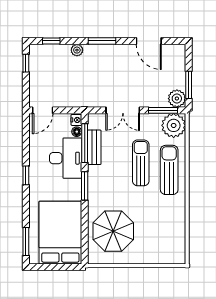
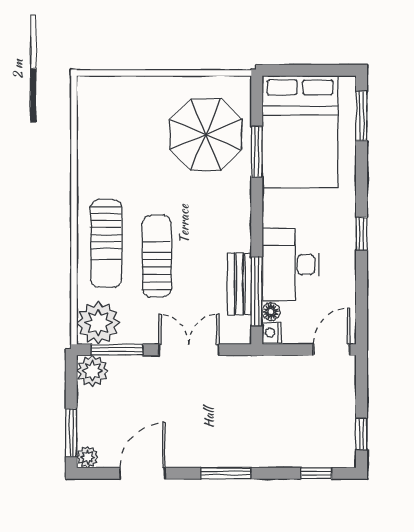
door: (149, 41) -> (143, 473), hinge flipped
plant: (77, 50) -> (88, 457), moved
window: (189, 85) -> (71, 433), moved
sun lounger: (141, 163) -> (157, 256), turned 180
window: (85, 186) -> (257, 152), moved

